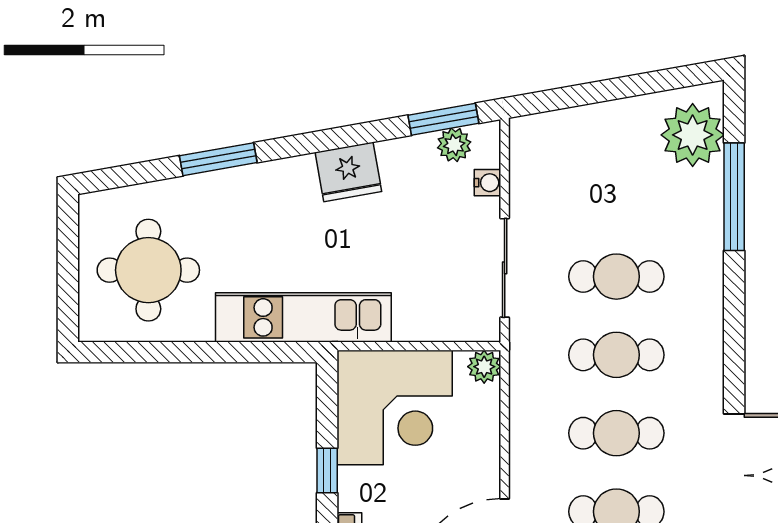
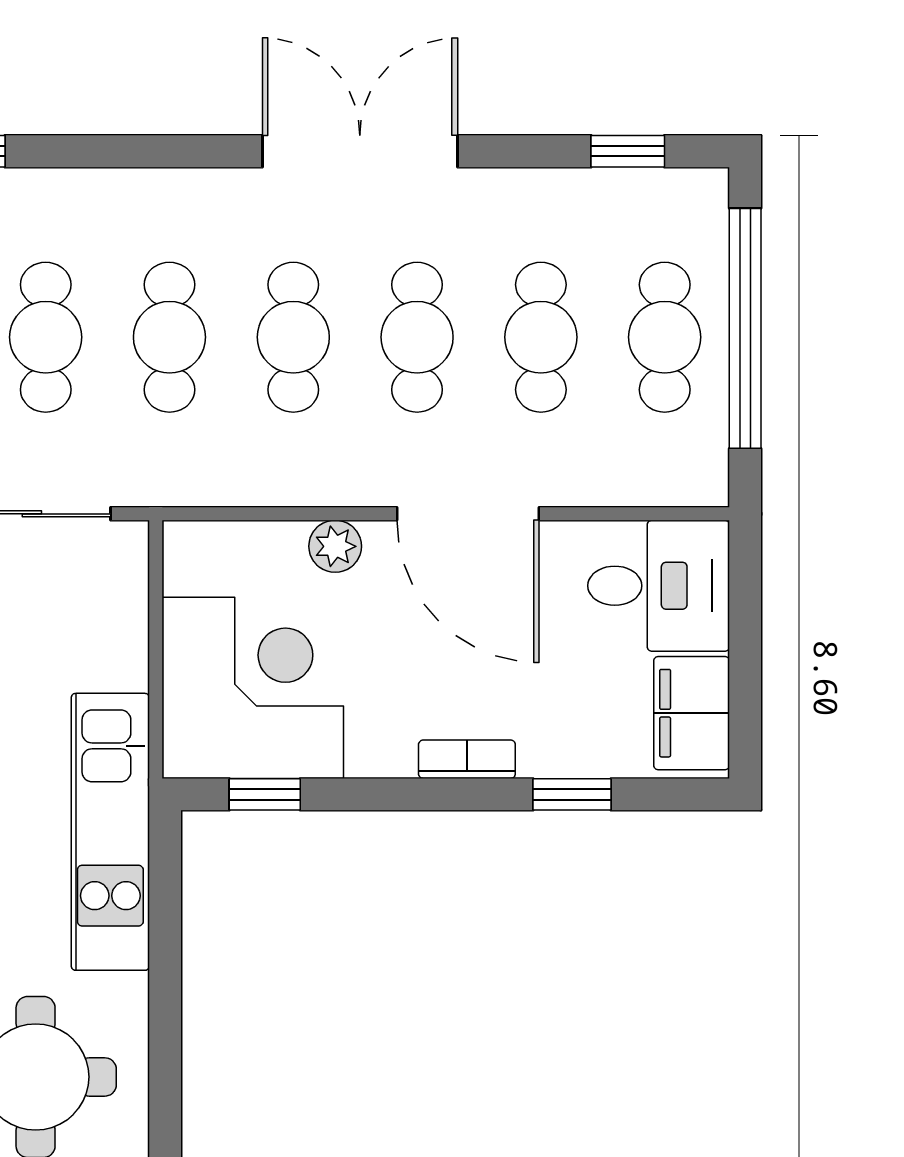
plant: (484, 367) -> (335, 546), moved
window: (327, 471) -> (265, 794), moved

